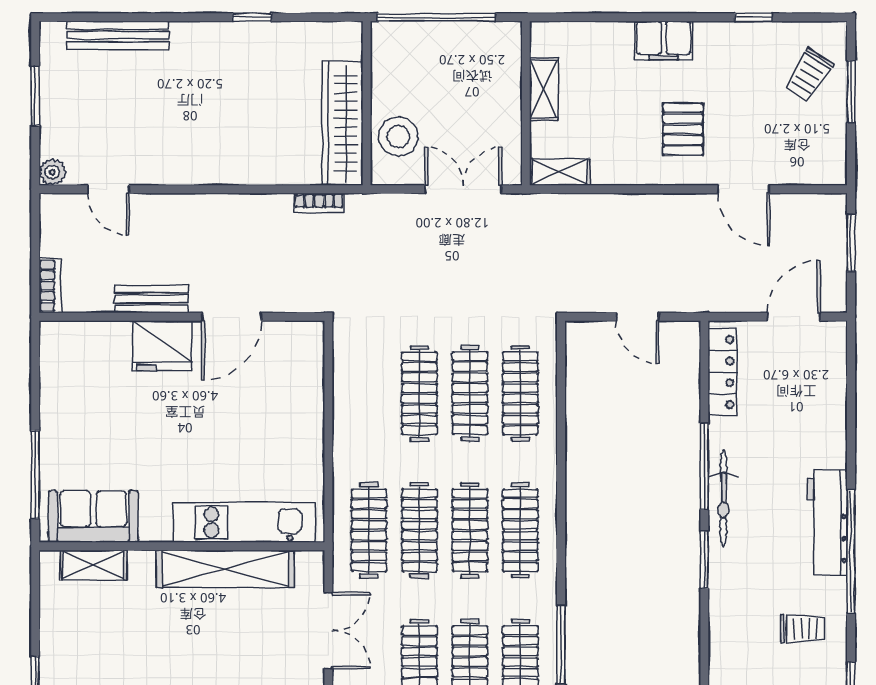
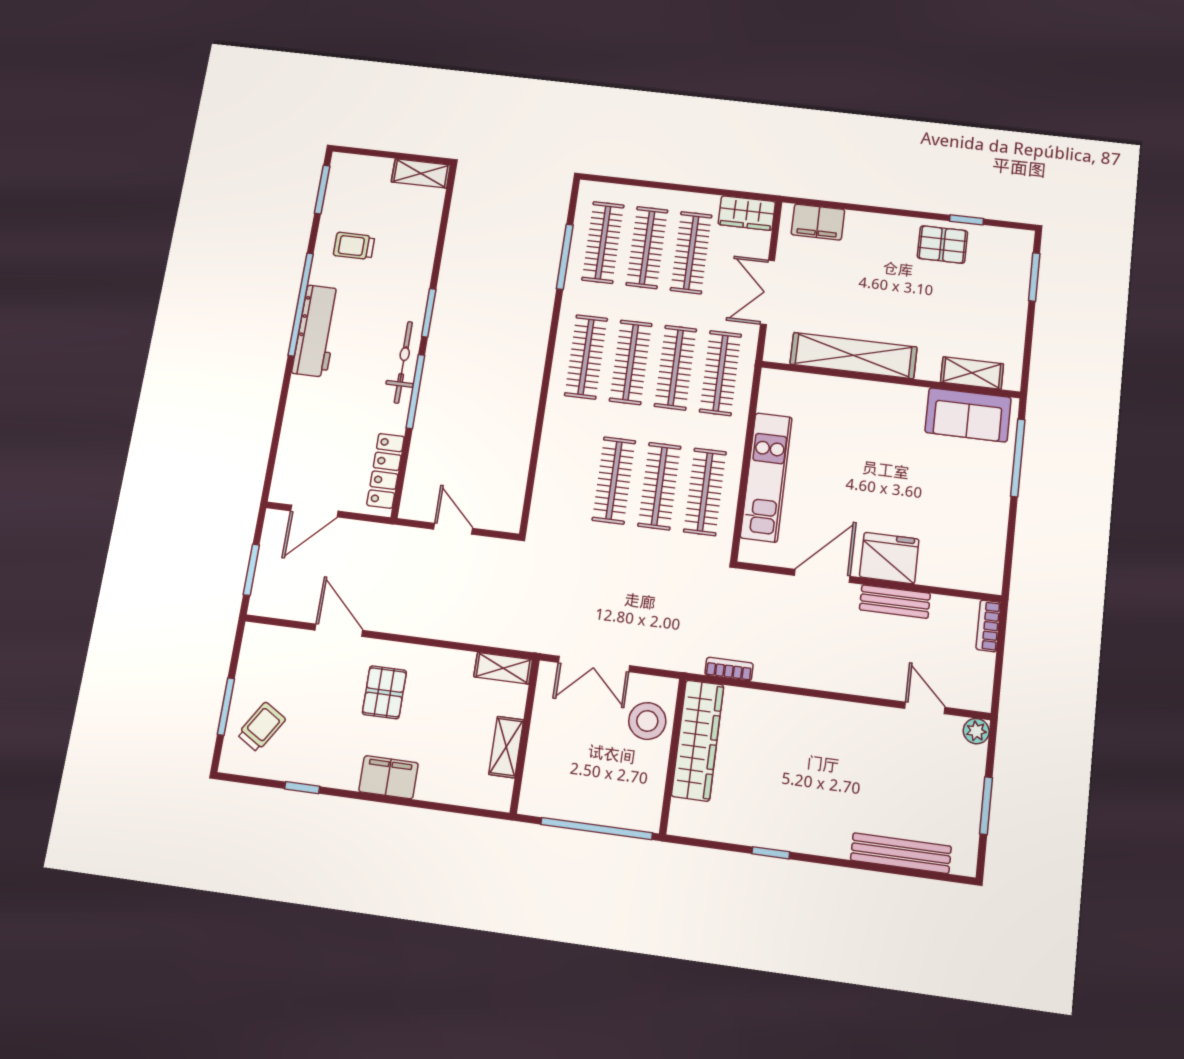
clothes rail: (520, 393) -> (705, 492), moved
kitchen unit: (244, 522) -> (766, 477), moved, turned -90

